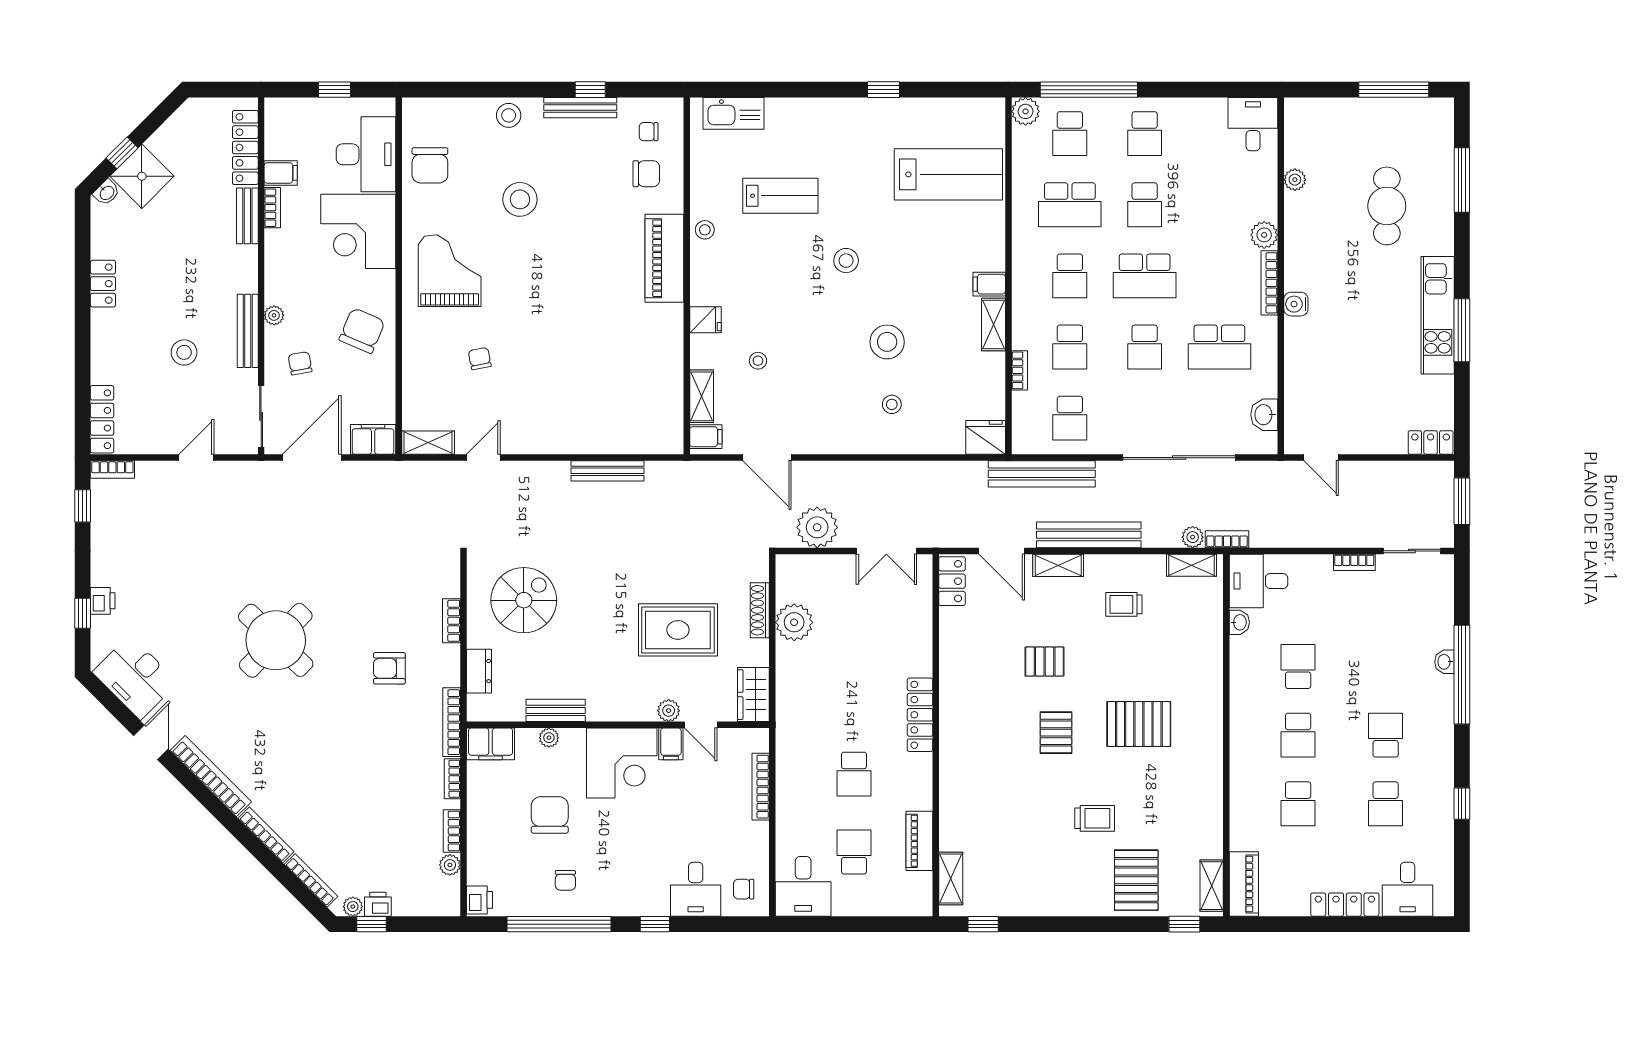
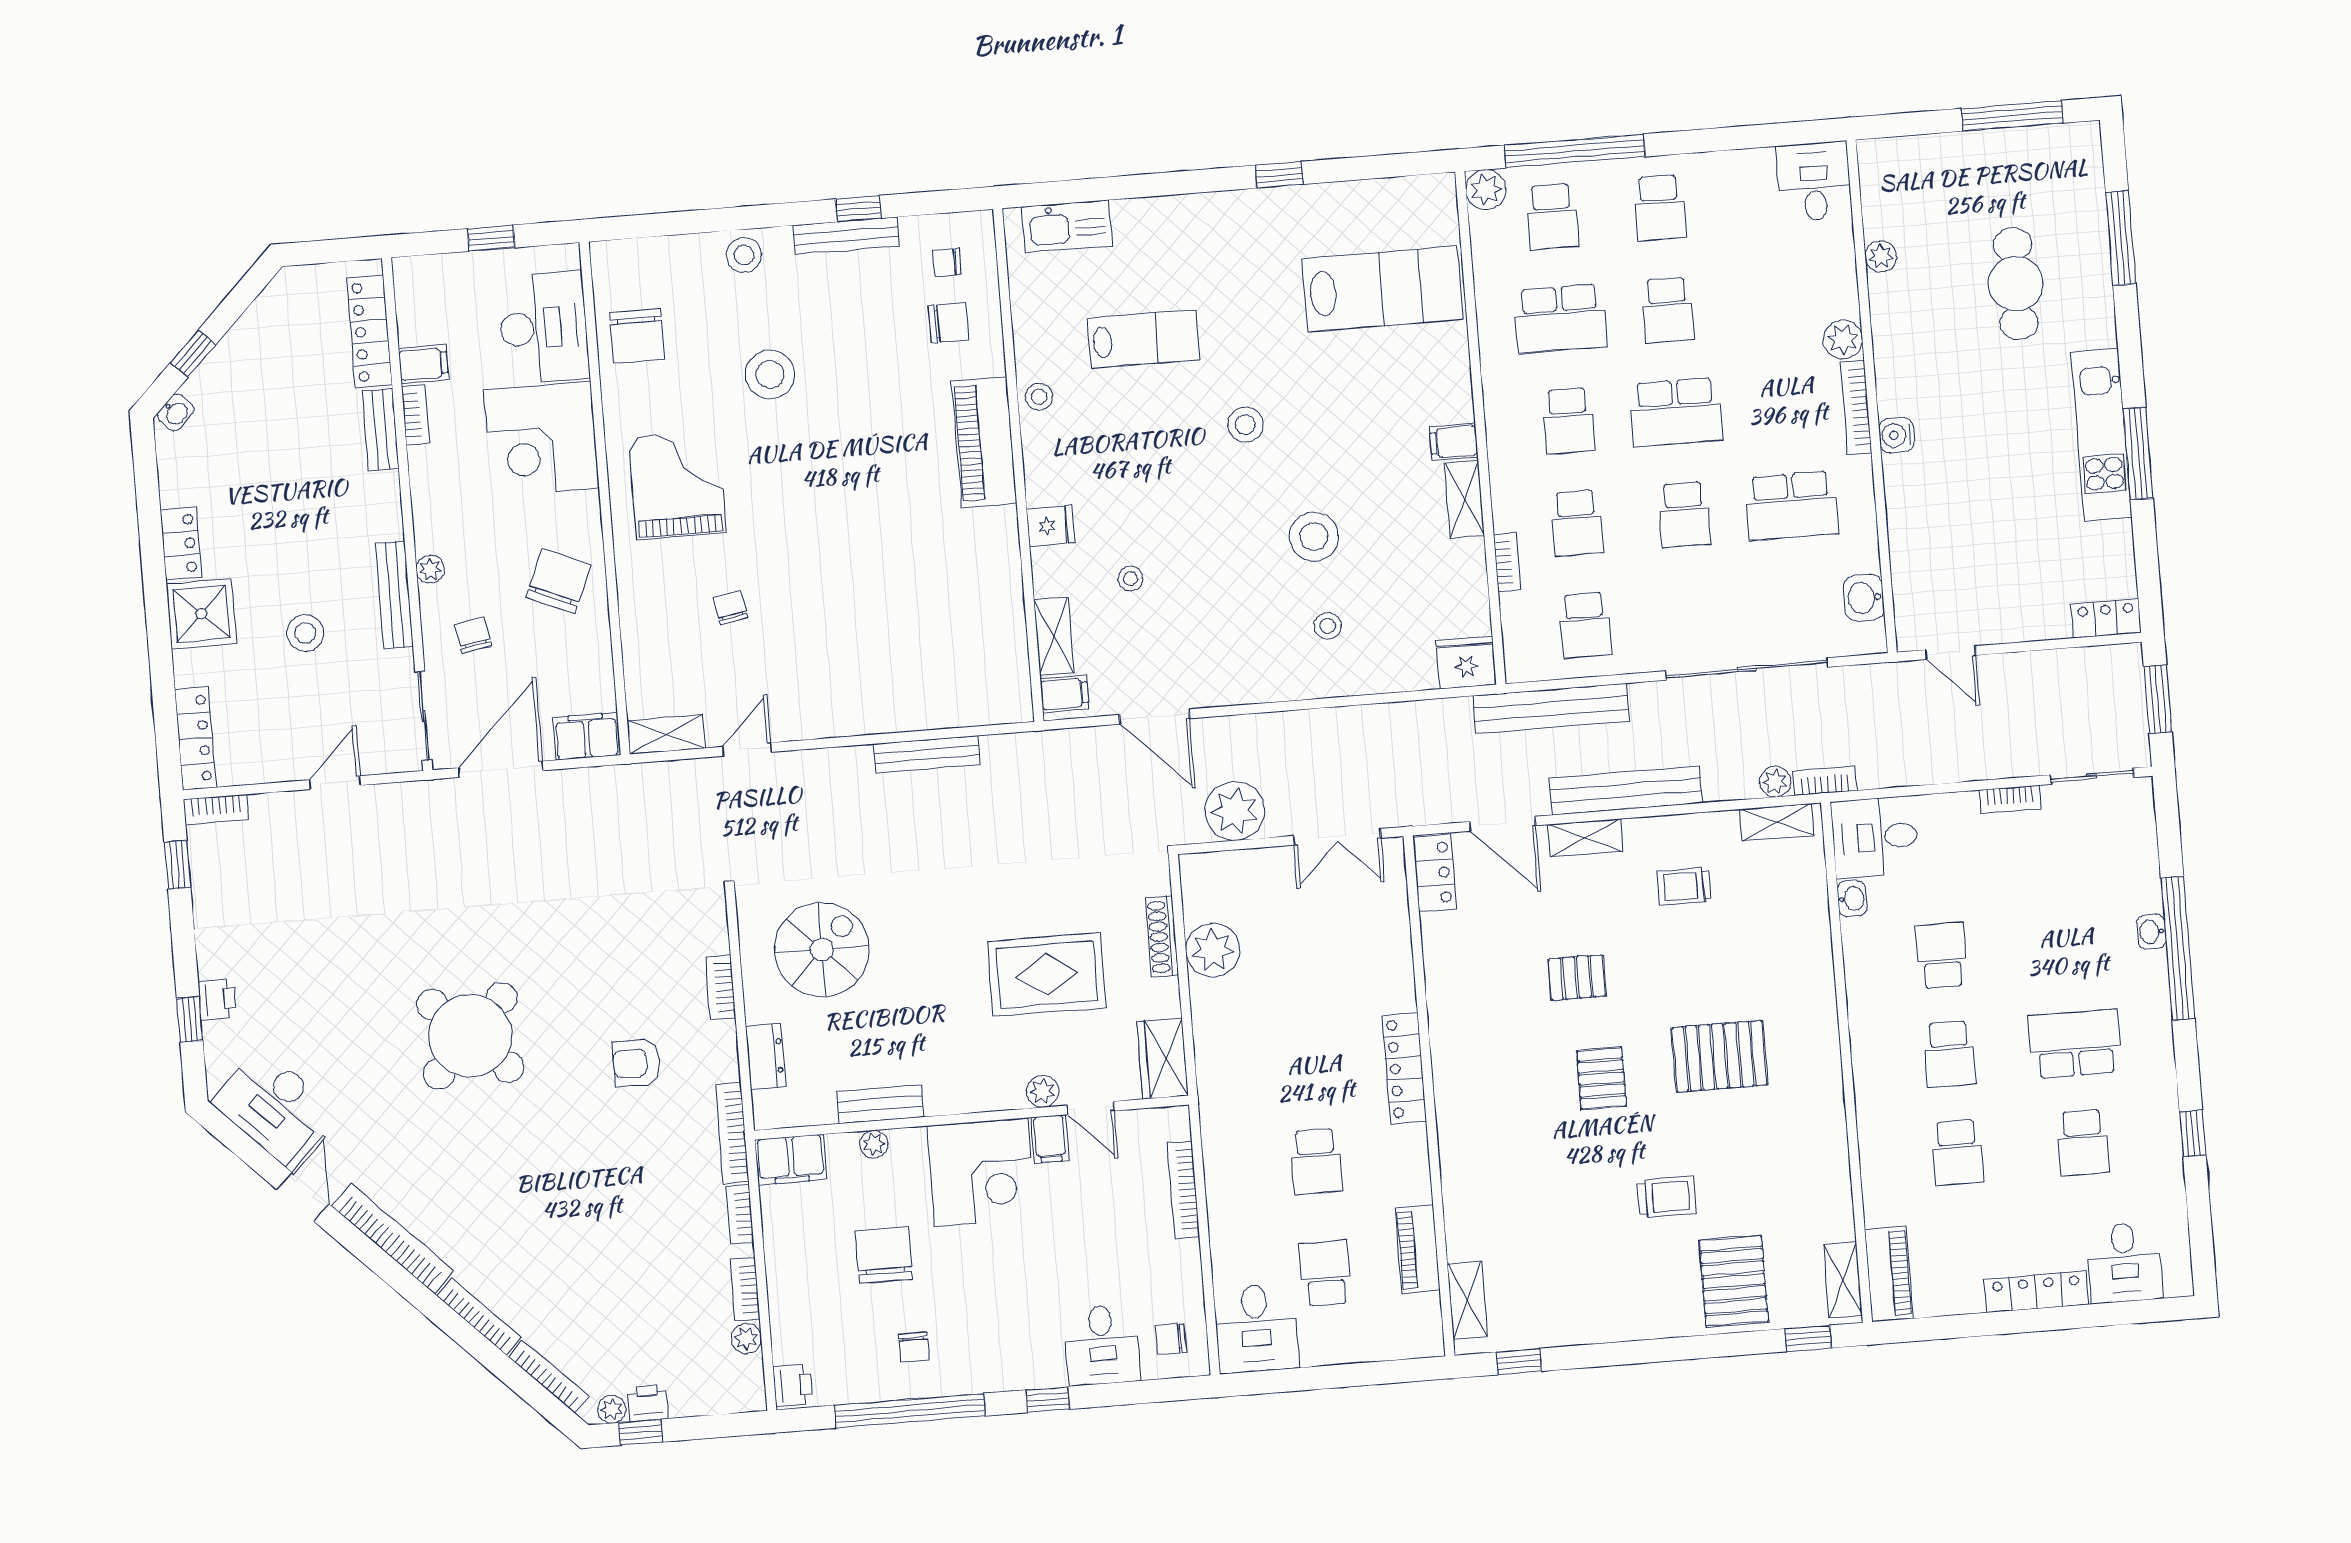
shower: (142, 176) -> (201, 614), moved, turned 45
school desk: (1386, 735) -> (2075, 1044), width x1.85

